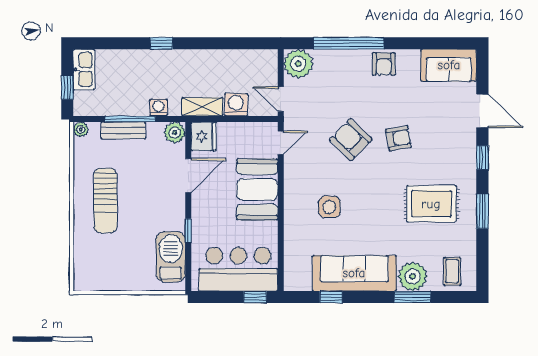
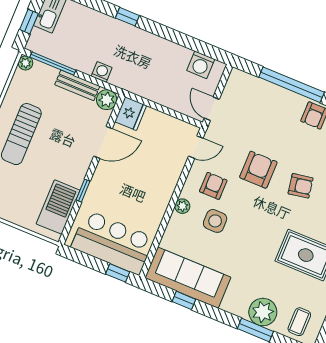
plant: (298, 64) -> (182, 206), moved, width x0.53, depth x0.53
washing machine: (236, 105) -> (201, 65), moved, turned 180
shelving: (202, 107) -> (140, 87), removed
window: (130, 119) -> (53, 64), moved
bench: (123, 130) -> (77, 85), moved
armchair: (351, 140) -> (258, 170), turned 46
armchair: (313, 174) -> (213, 186), added
booth: (257, 189) -> (158, 179), removed
sofa: (354, 273) -> (188, 278), moved

